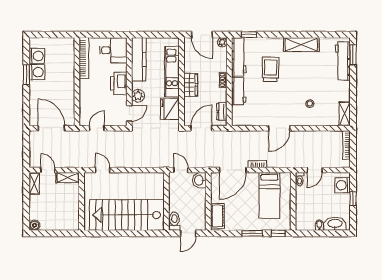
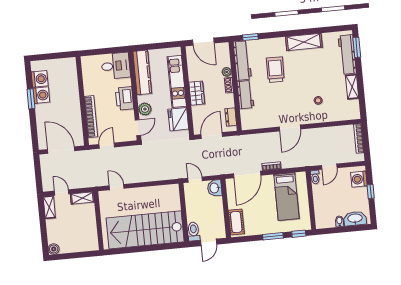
plant: (222, 42) -> (227, 72), moved
bookcase: (84, 58) -> (91, 117), moved
shelving: (345, 114) -> (352, 87), moved

